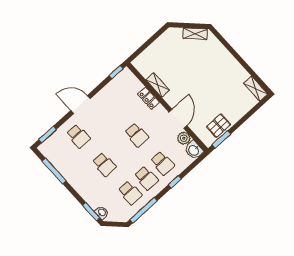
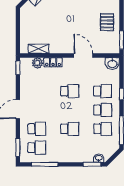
shelving: (158, 85) -> (39, 49), moved
pallet: (219, 126) -> (107, 22), moved
plant: (184, 138) -> (37, 63), moved
school desk: (62, 151) -> (37, 148), added

